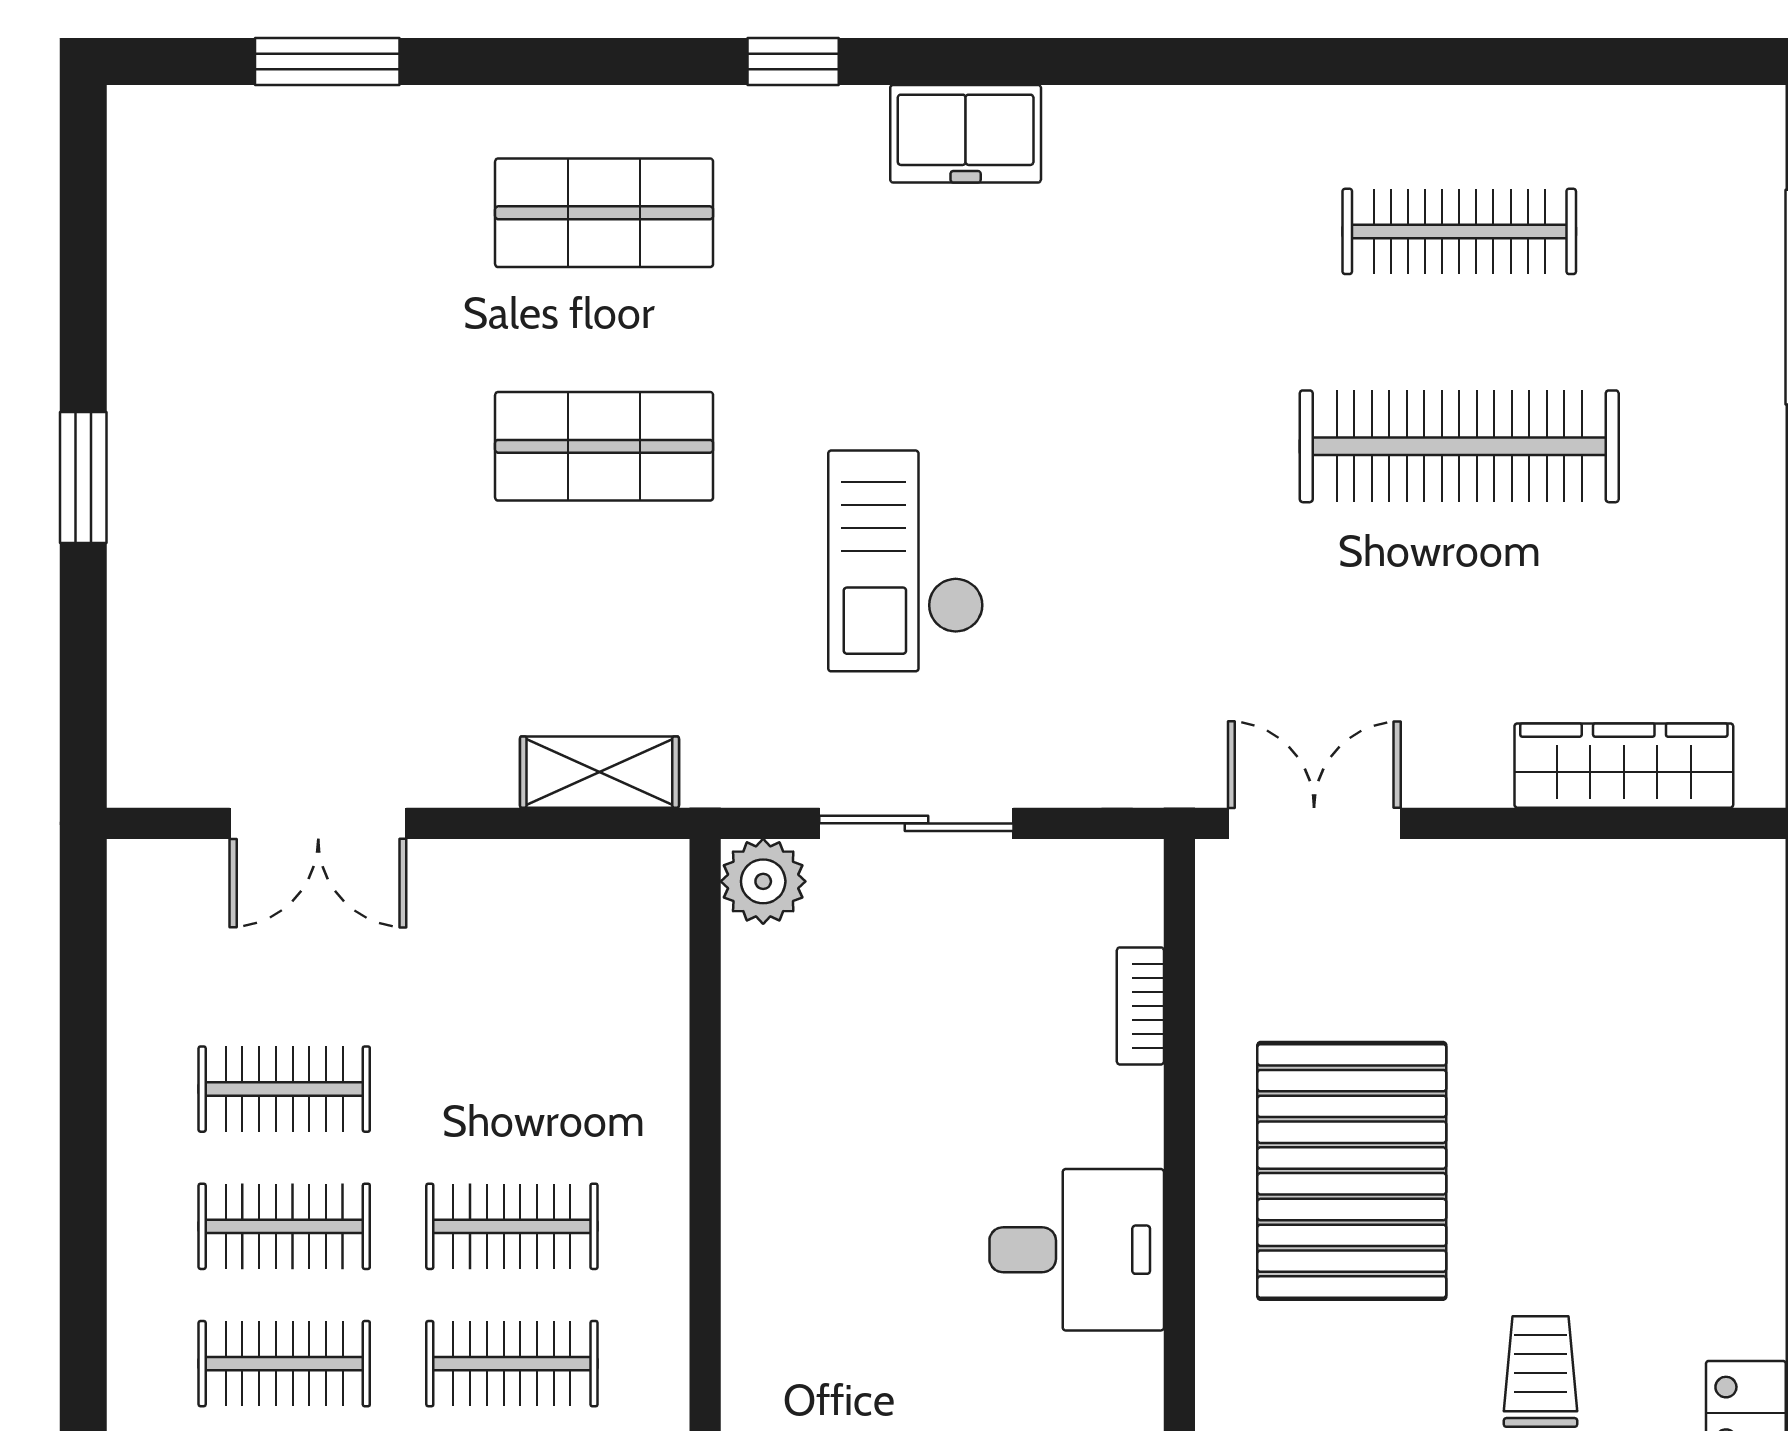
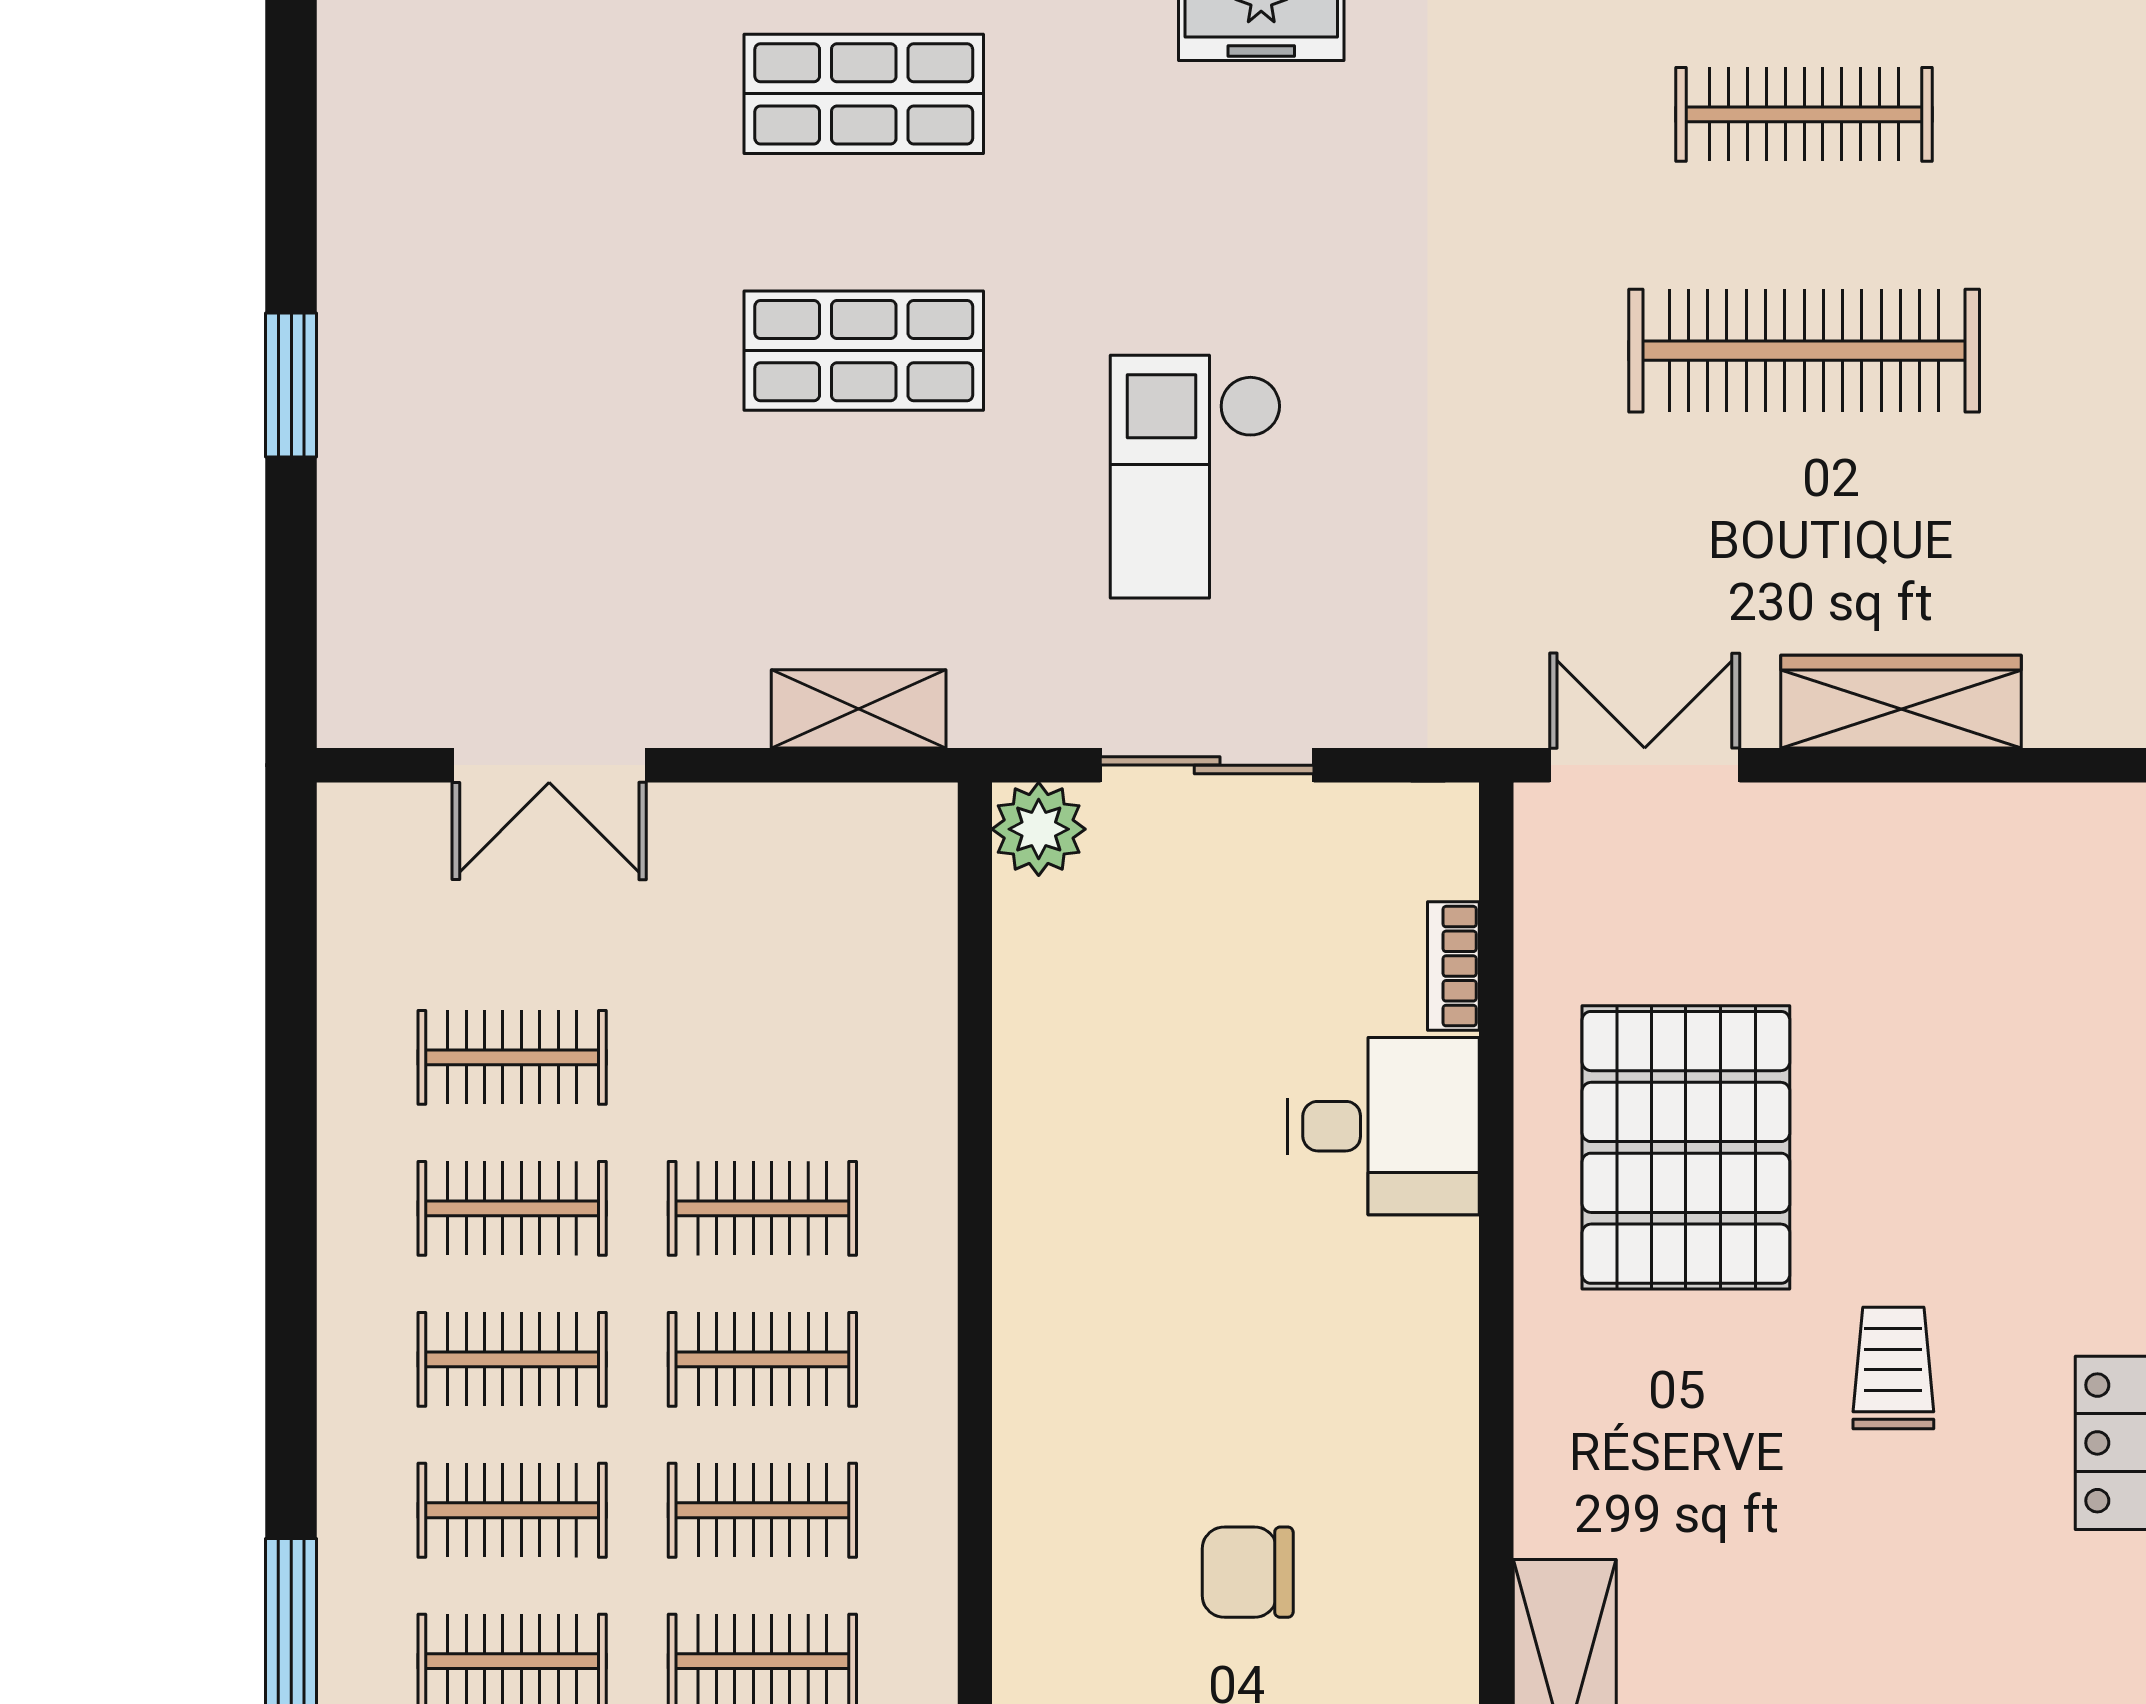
wardrobe: (1624, 766) -> (1901, 702), moved
desk: (1077, 1250) -> (1383, 1126), moved

